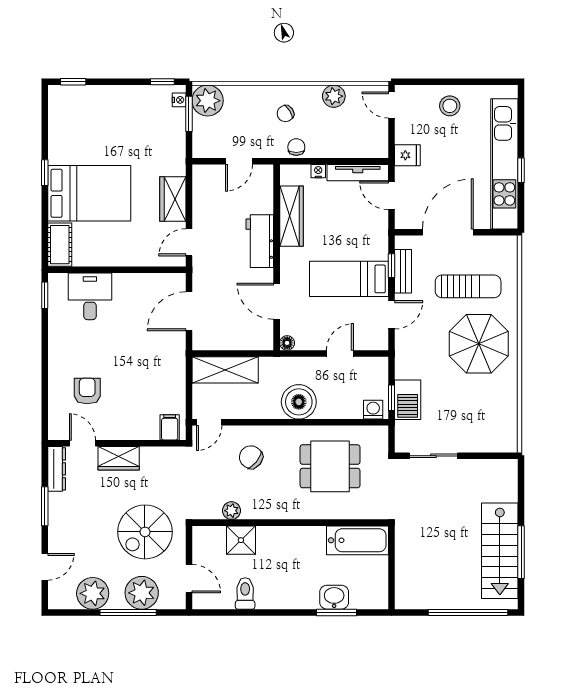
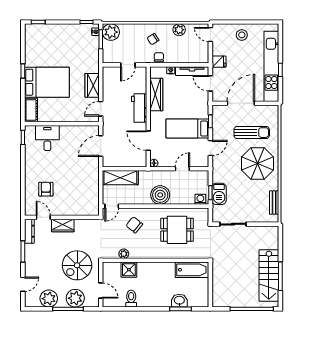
bench: (403, 271) -> (274, 203), moved
filing cabinet: (170, 427) -> (90, 209), removed

